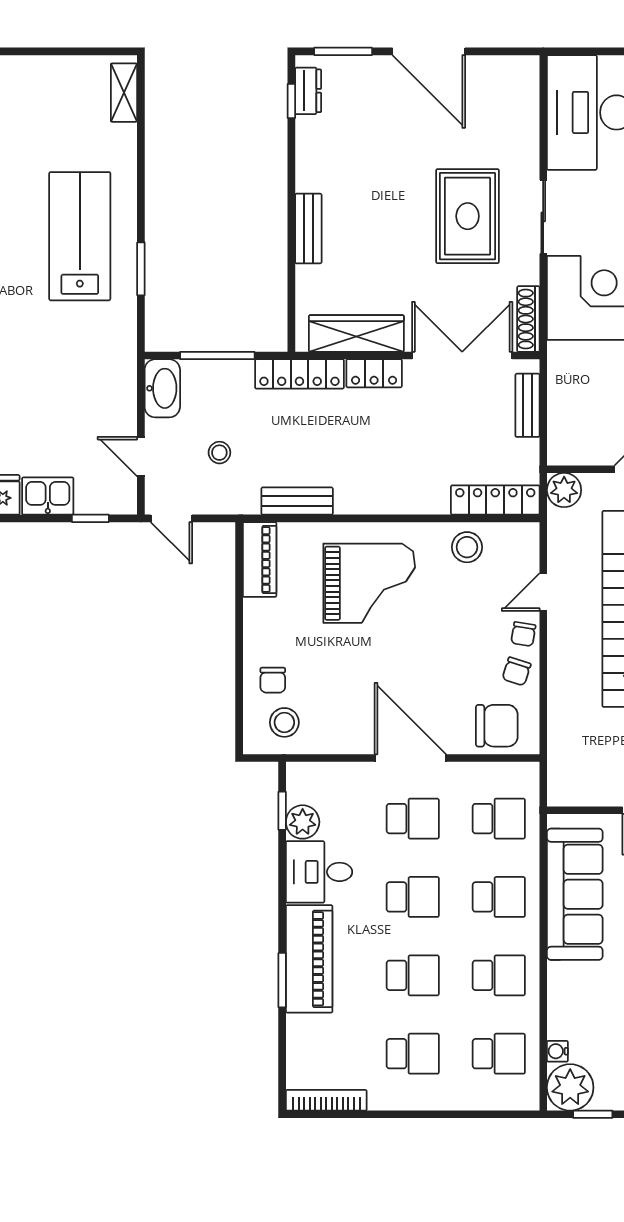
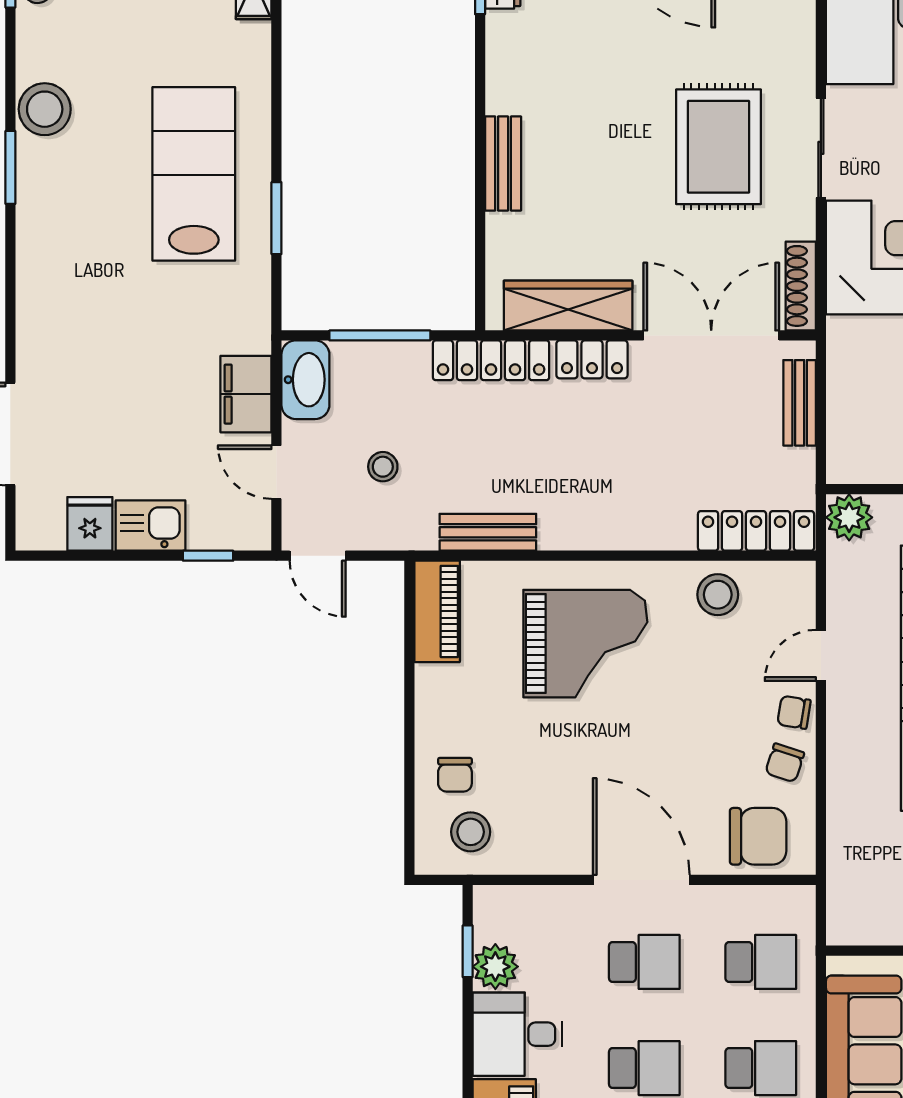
filing cabinet: (118, 399) -> (246, 394), added
chair: (523, 634) -> (794, 712), turned 90

